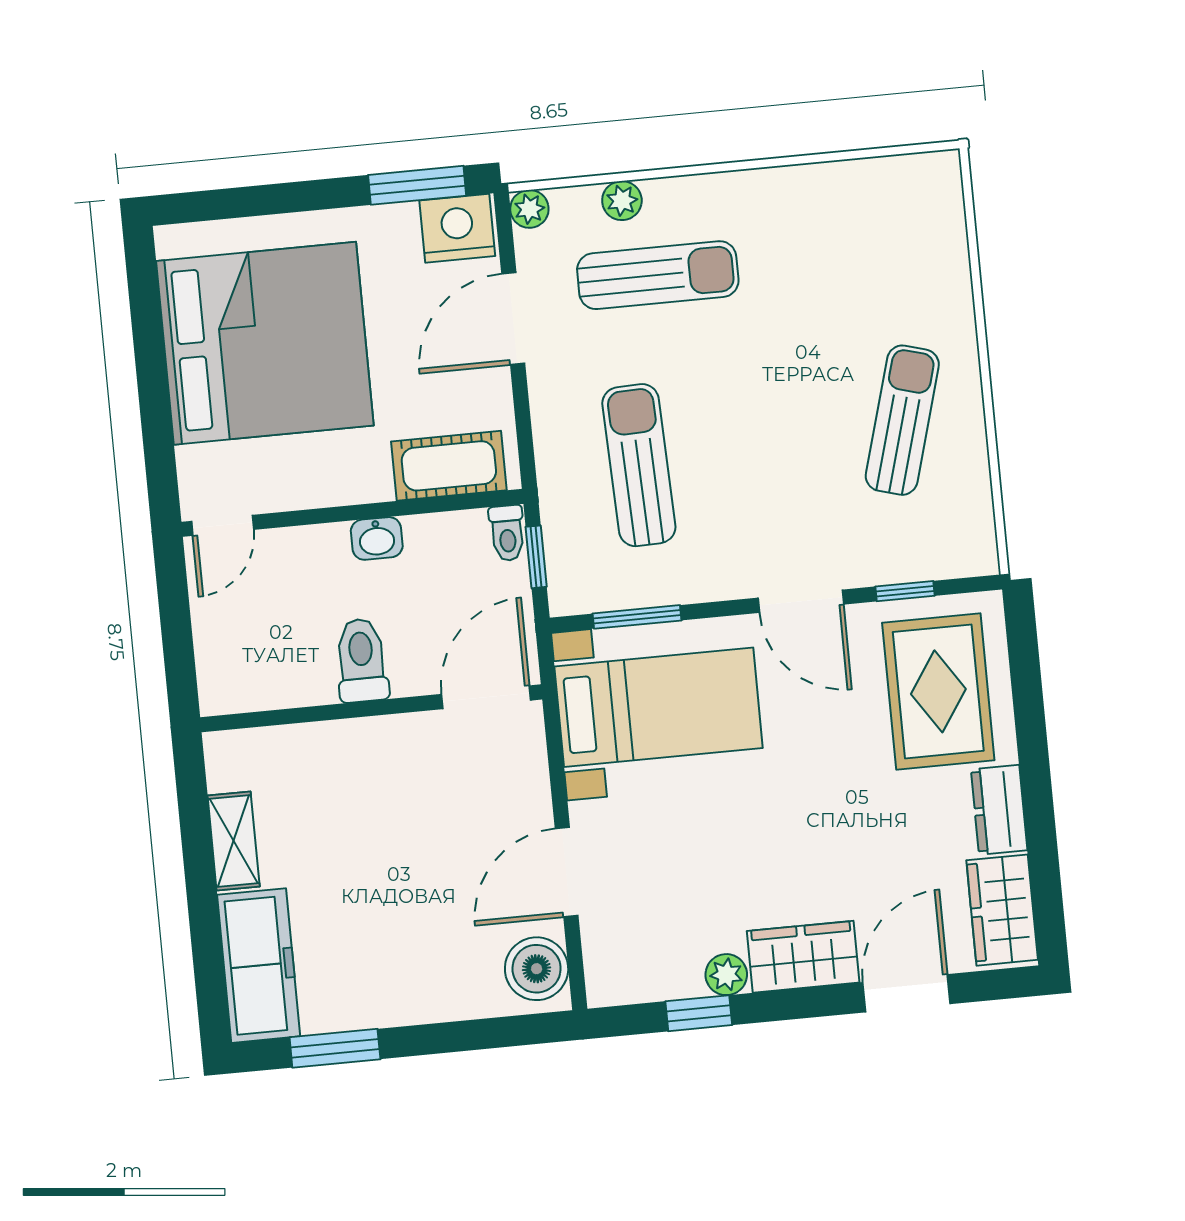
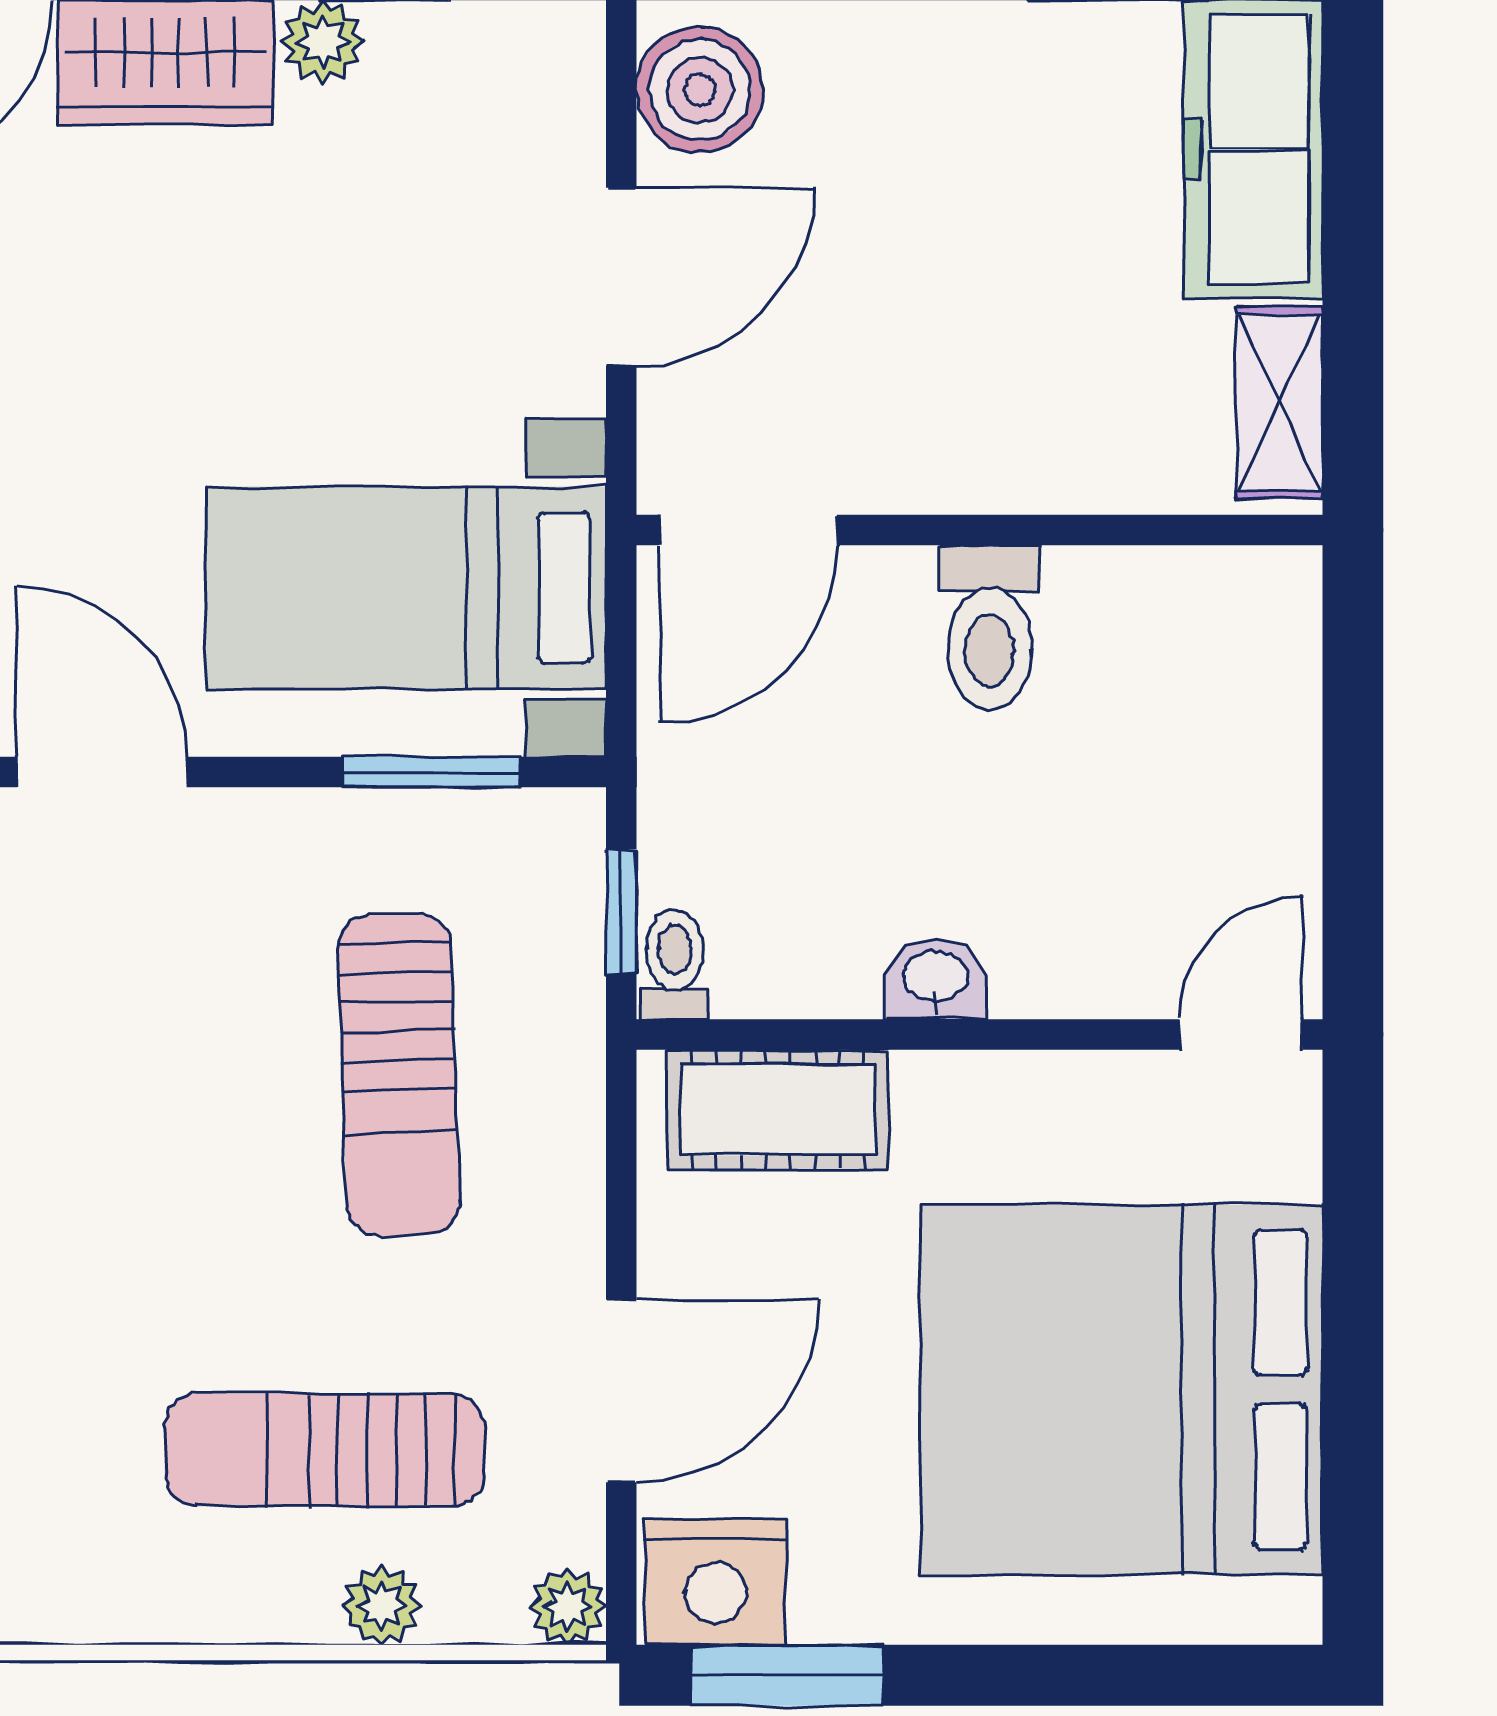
toilet: (362, 660) -> (989, 628), moved
door: (486, 697) -> (748, 530), moved
wall: (371, 708) -> (980, 530), moved

